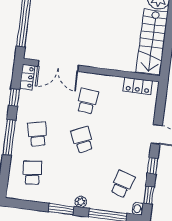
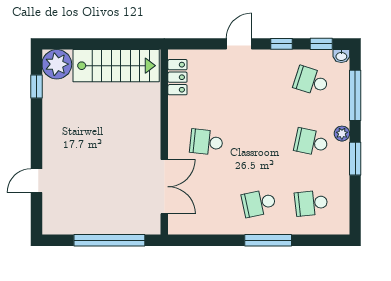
locker: (27, 77) -> (185, 226), removed
window: (14, 97) -> (214, 240), removed
school desk: (82, 140) -> (311, 142), moved, turned 36

